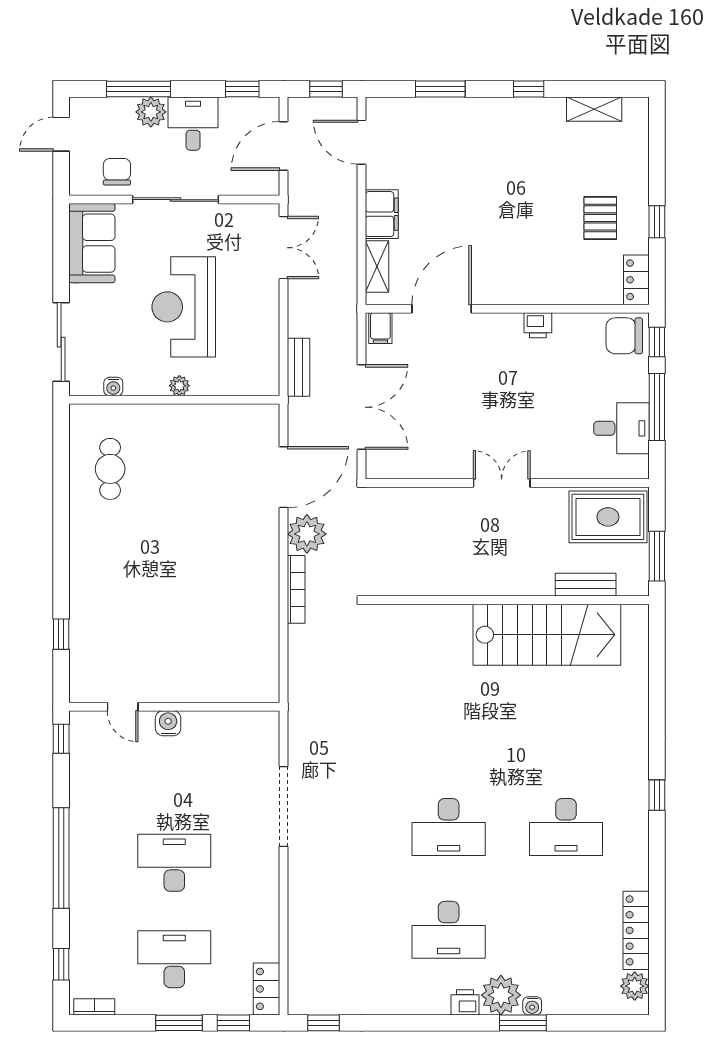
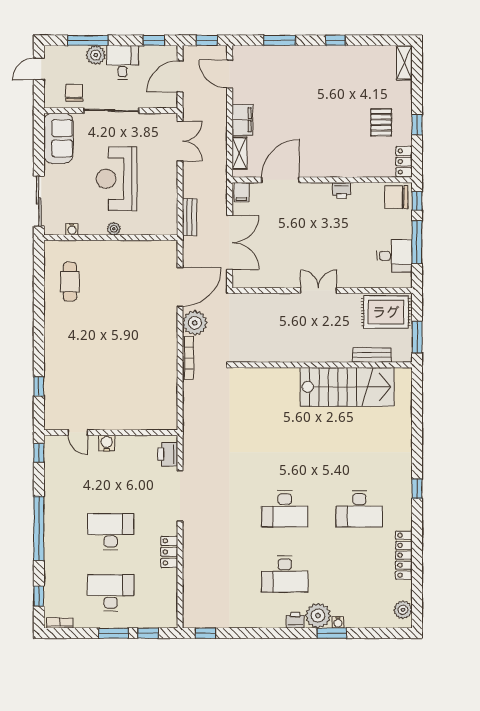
shelving: (594, 109) -> (404, 63), moved, turned 90
printer: (264, 741) -> (168, 454), added
locker: (636, 930) -> (404, 555), moved
locker: (266, 989) -> (169, 552), moved

